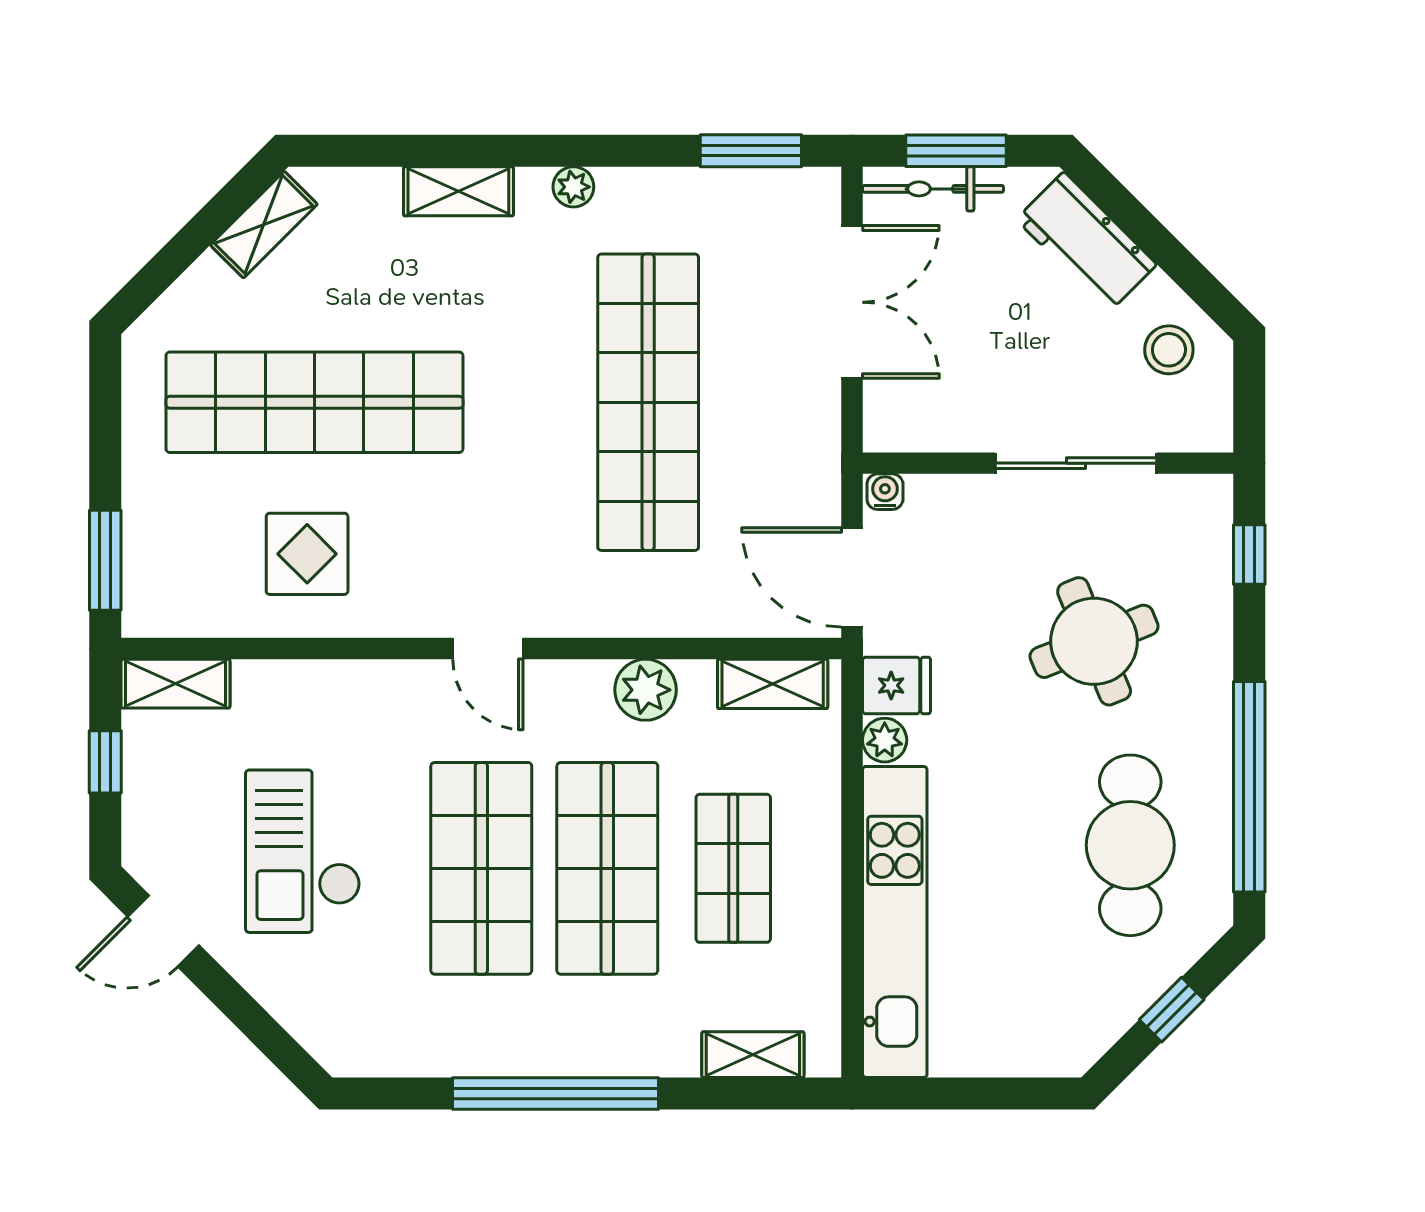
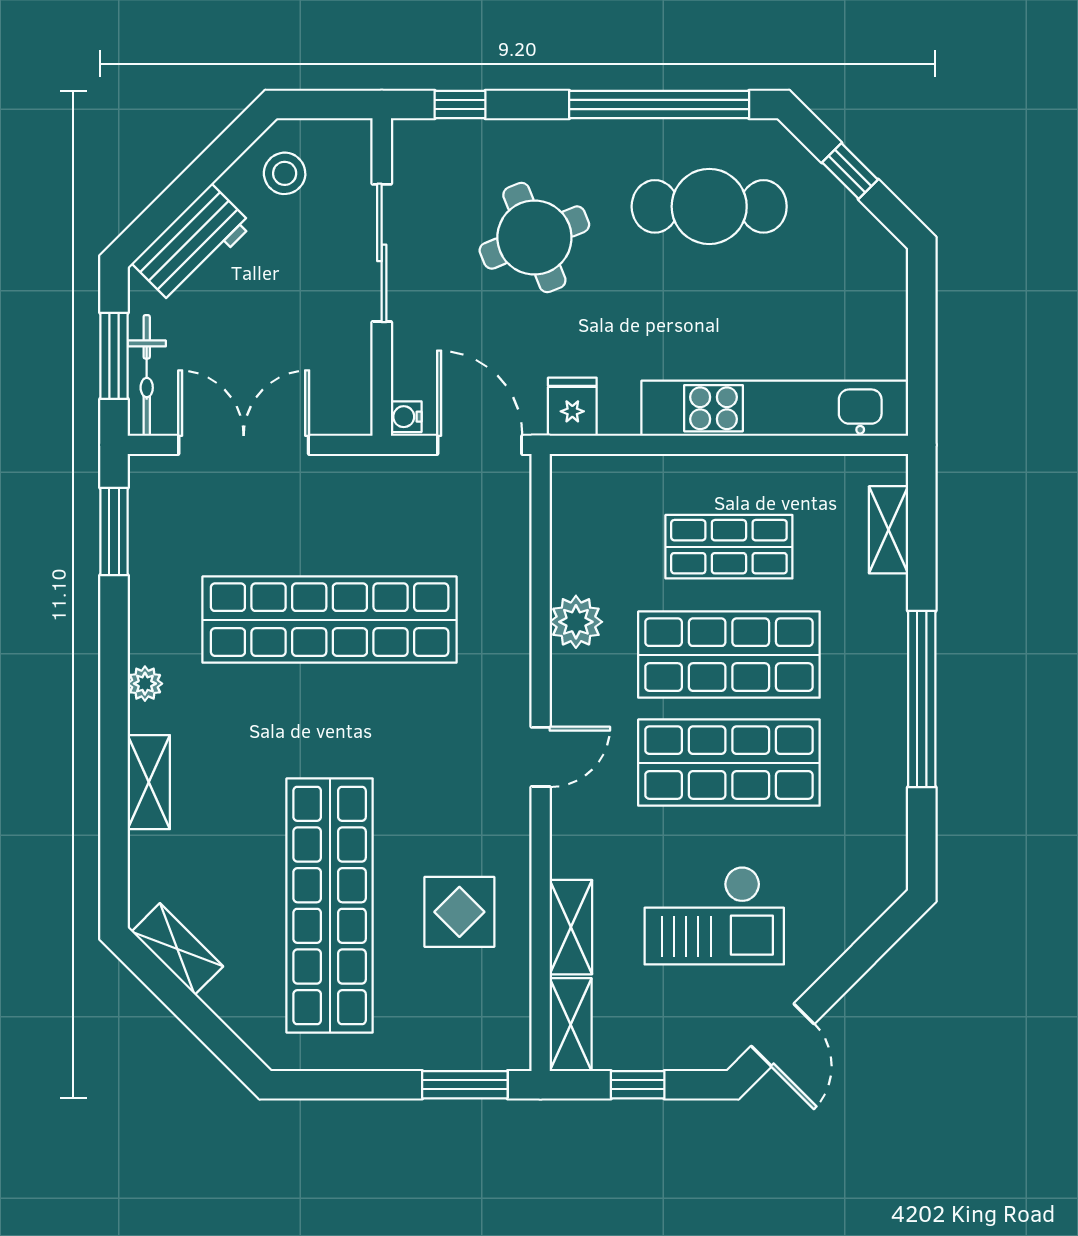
door: (852, 577) -> (480, 445), swing flipped
shelving: (773, 684) -> (571, 927), moved
plant: (885, 740) -> (619, 417), removed

